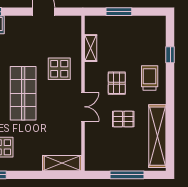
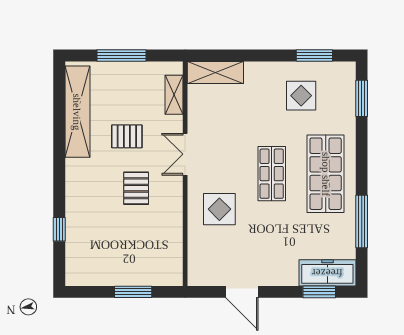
shelving: (91, 48) -> (174, 95), moved
trolley: (150, 78) -> (89, 196), removed
shop shelf: (23, 93) -> (272, 174), width x0.70, depth x0.74

